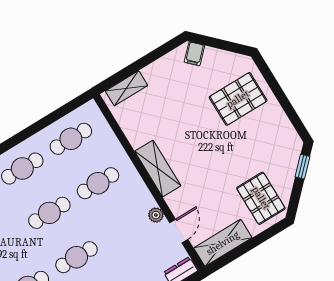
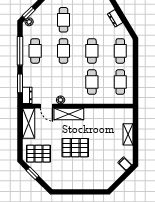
shelving: (126, 88) -> (128, 134), moved
pallet: (238, 99) -> (75, 148), moved, turned 90
window: (303, 167) -> (33, 173), moved
shelving: (158, 169) -> (69, 114), moved

